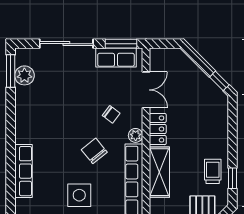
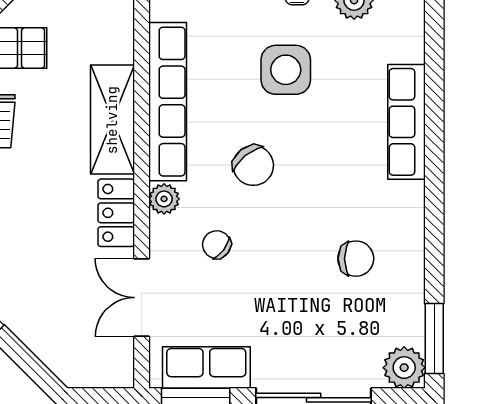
plant: (24, 75) -> (404, 368), moved
chair: (47, 108) -> (356, 259), added

